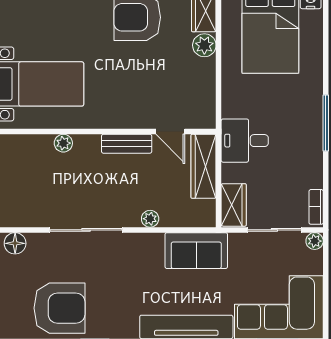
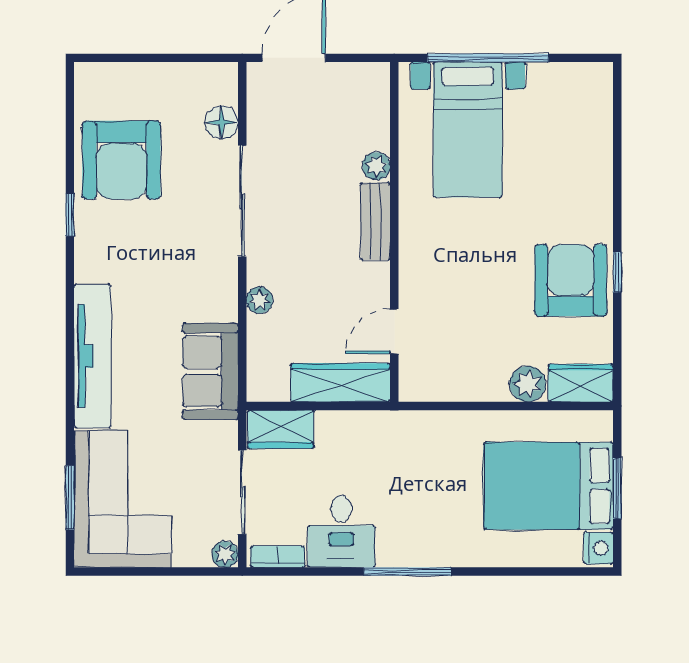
desk: (245, 141) -> (341, 531), moved, turned 180
bench: (127, 144) -> (375, 221), moved
floor lamp: (15, 243) -> (221, 122), moved

